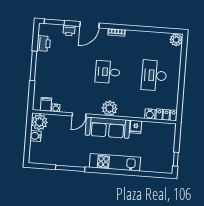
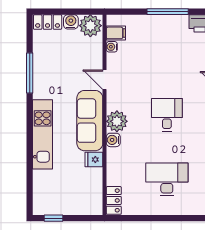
water cooler: (150, 114) -> (113, 140), moved
locker: (34, 153) -> (48, 22), added

